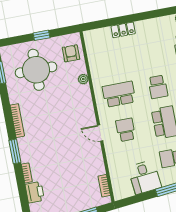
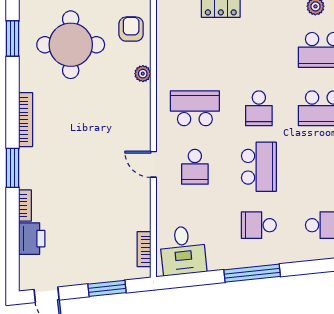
school desk: (126, 130) -> (195, 167), turned 180
desk: (145, 177) -> (183, 251), moved

